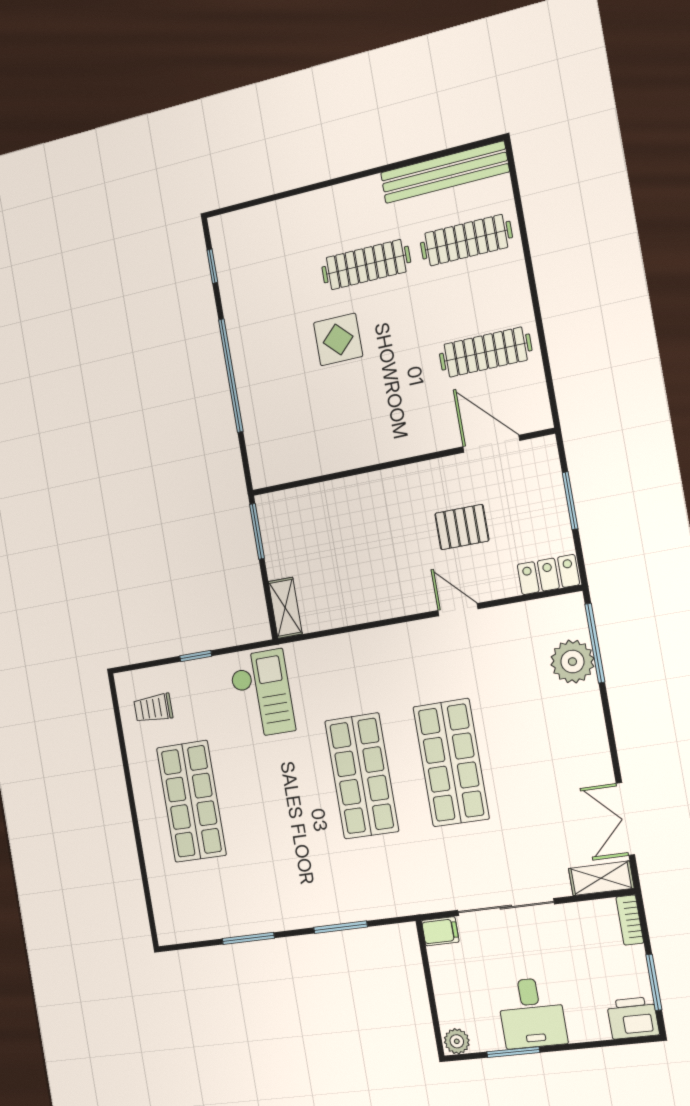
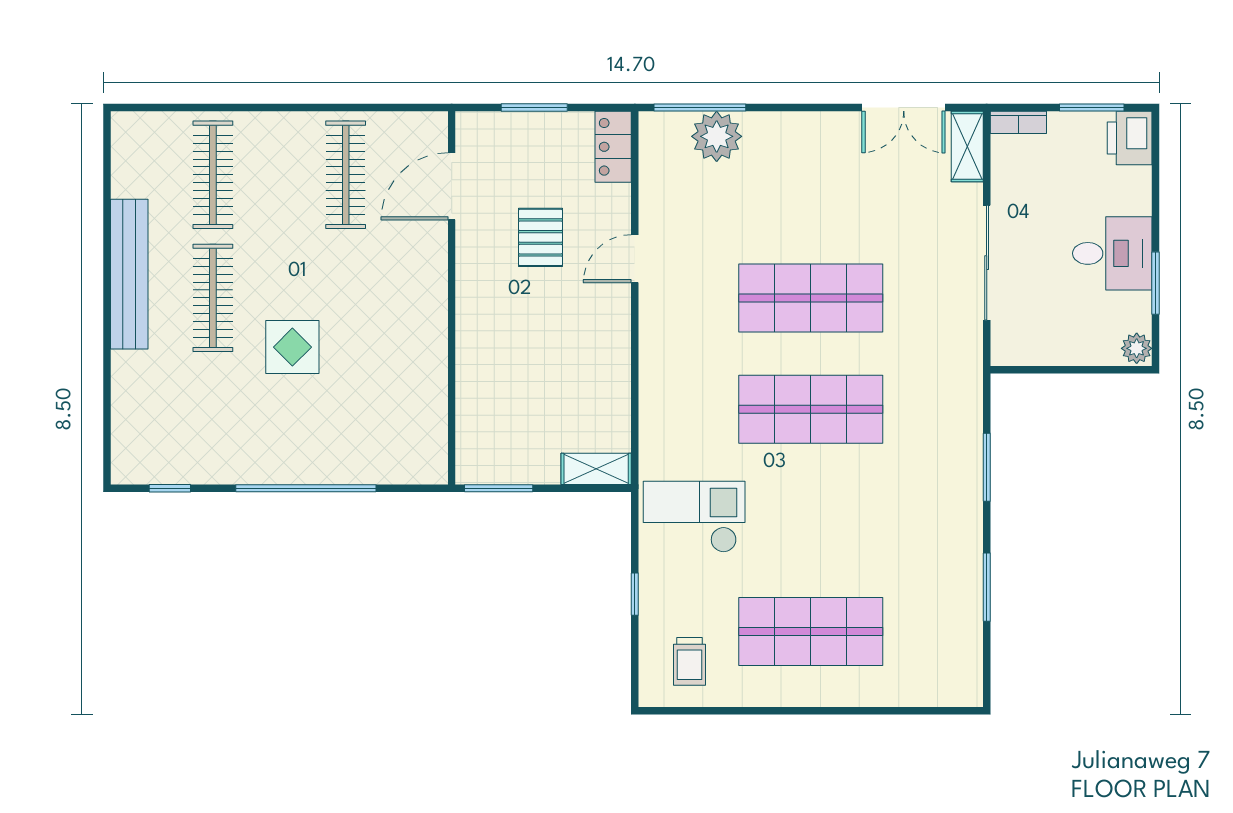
bench: (444, 172) -> (129, 274), moved
filing cabinet: (440, 931) -> (1006, 346), removed

